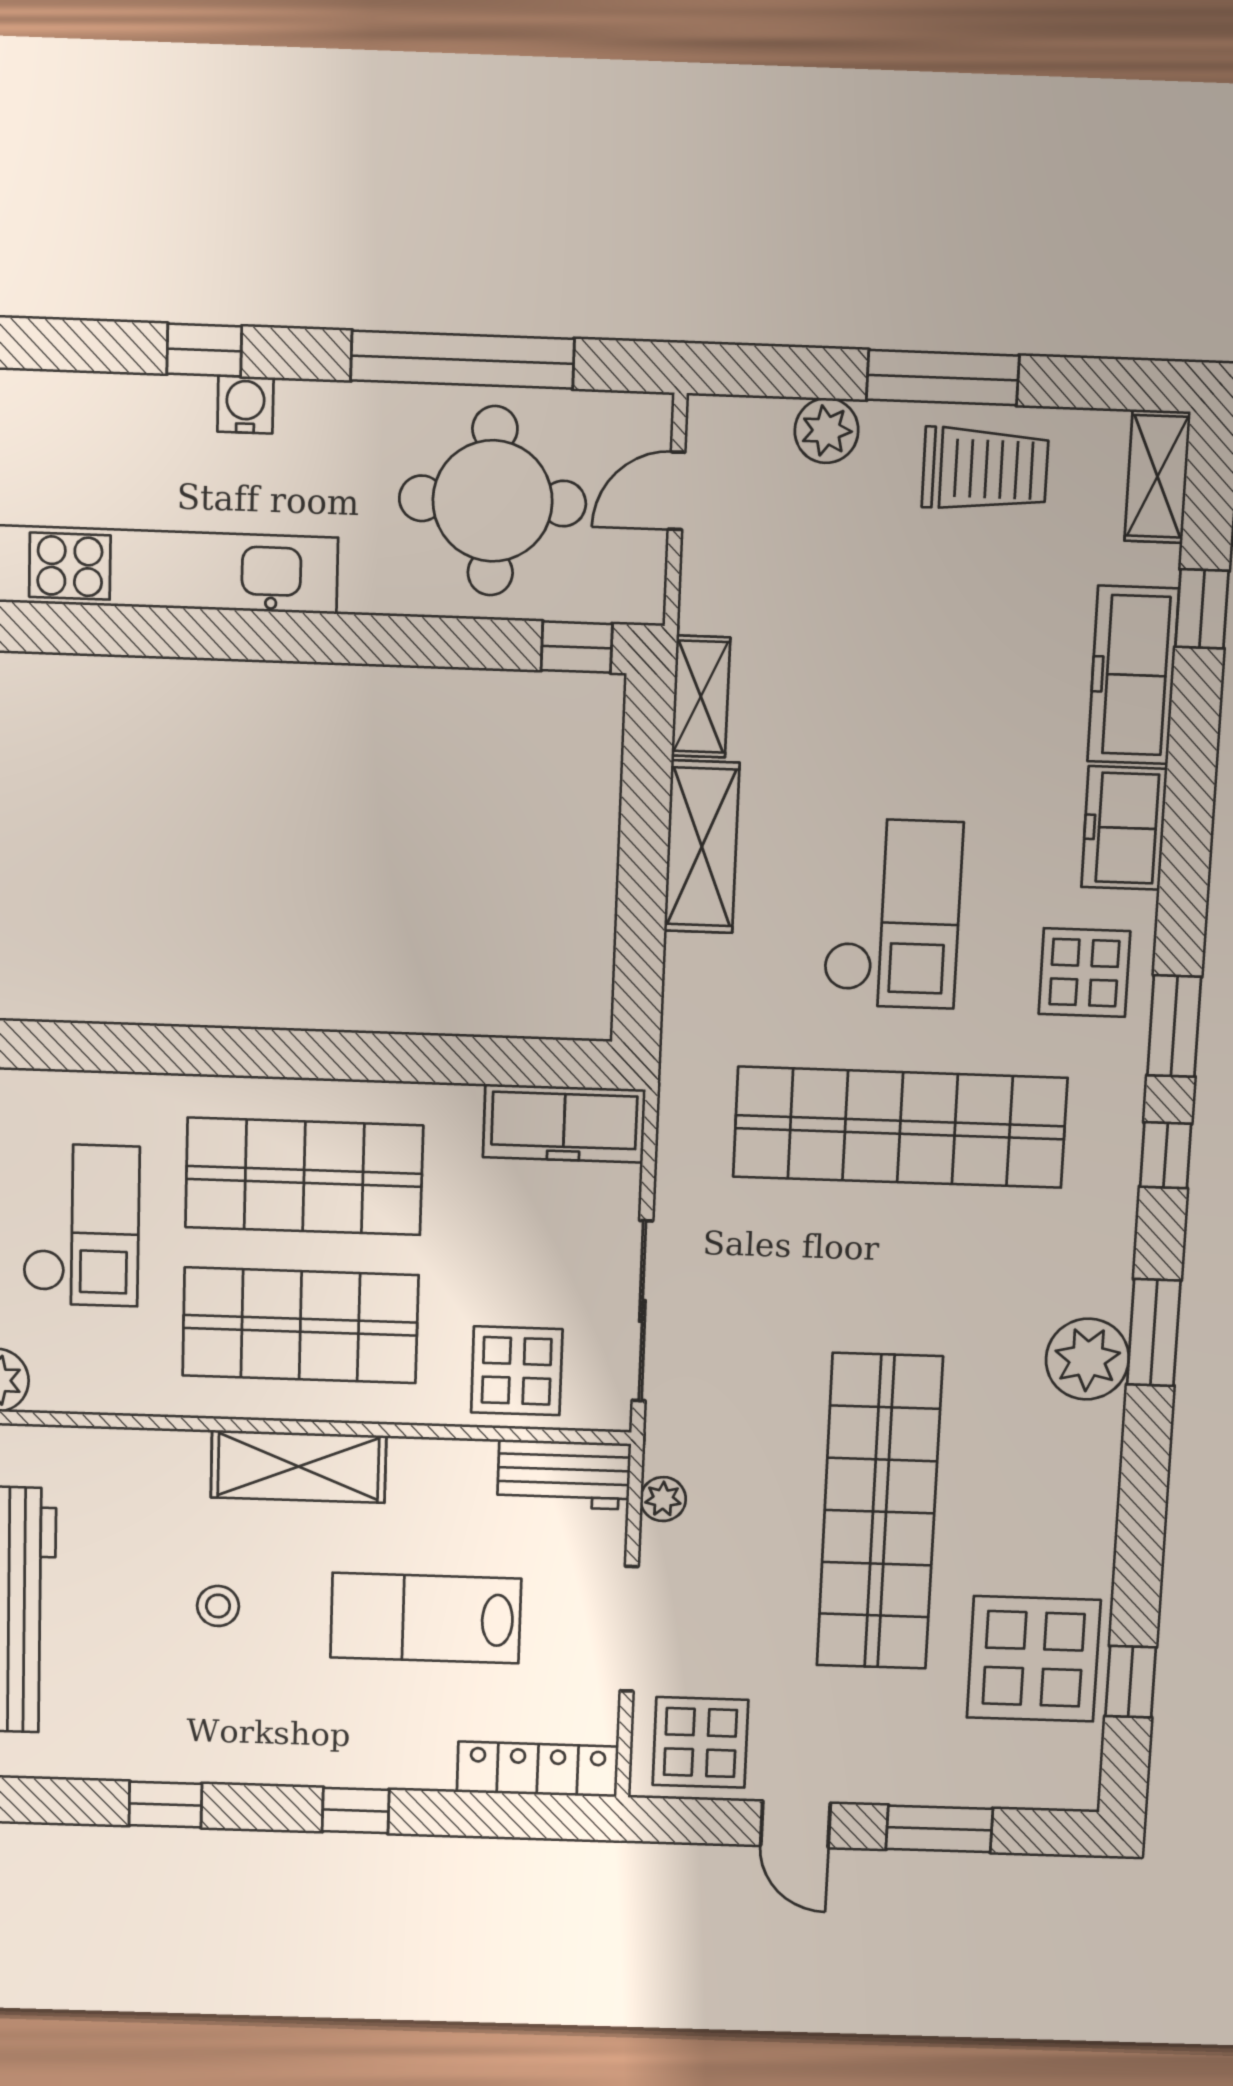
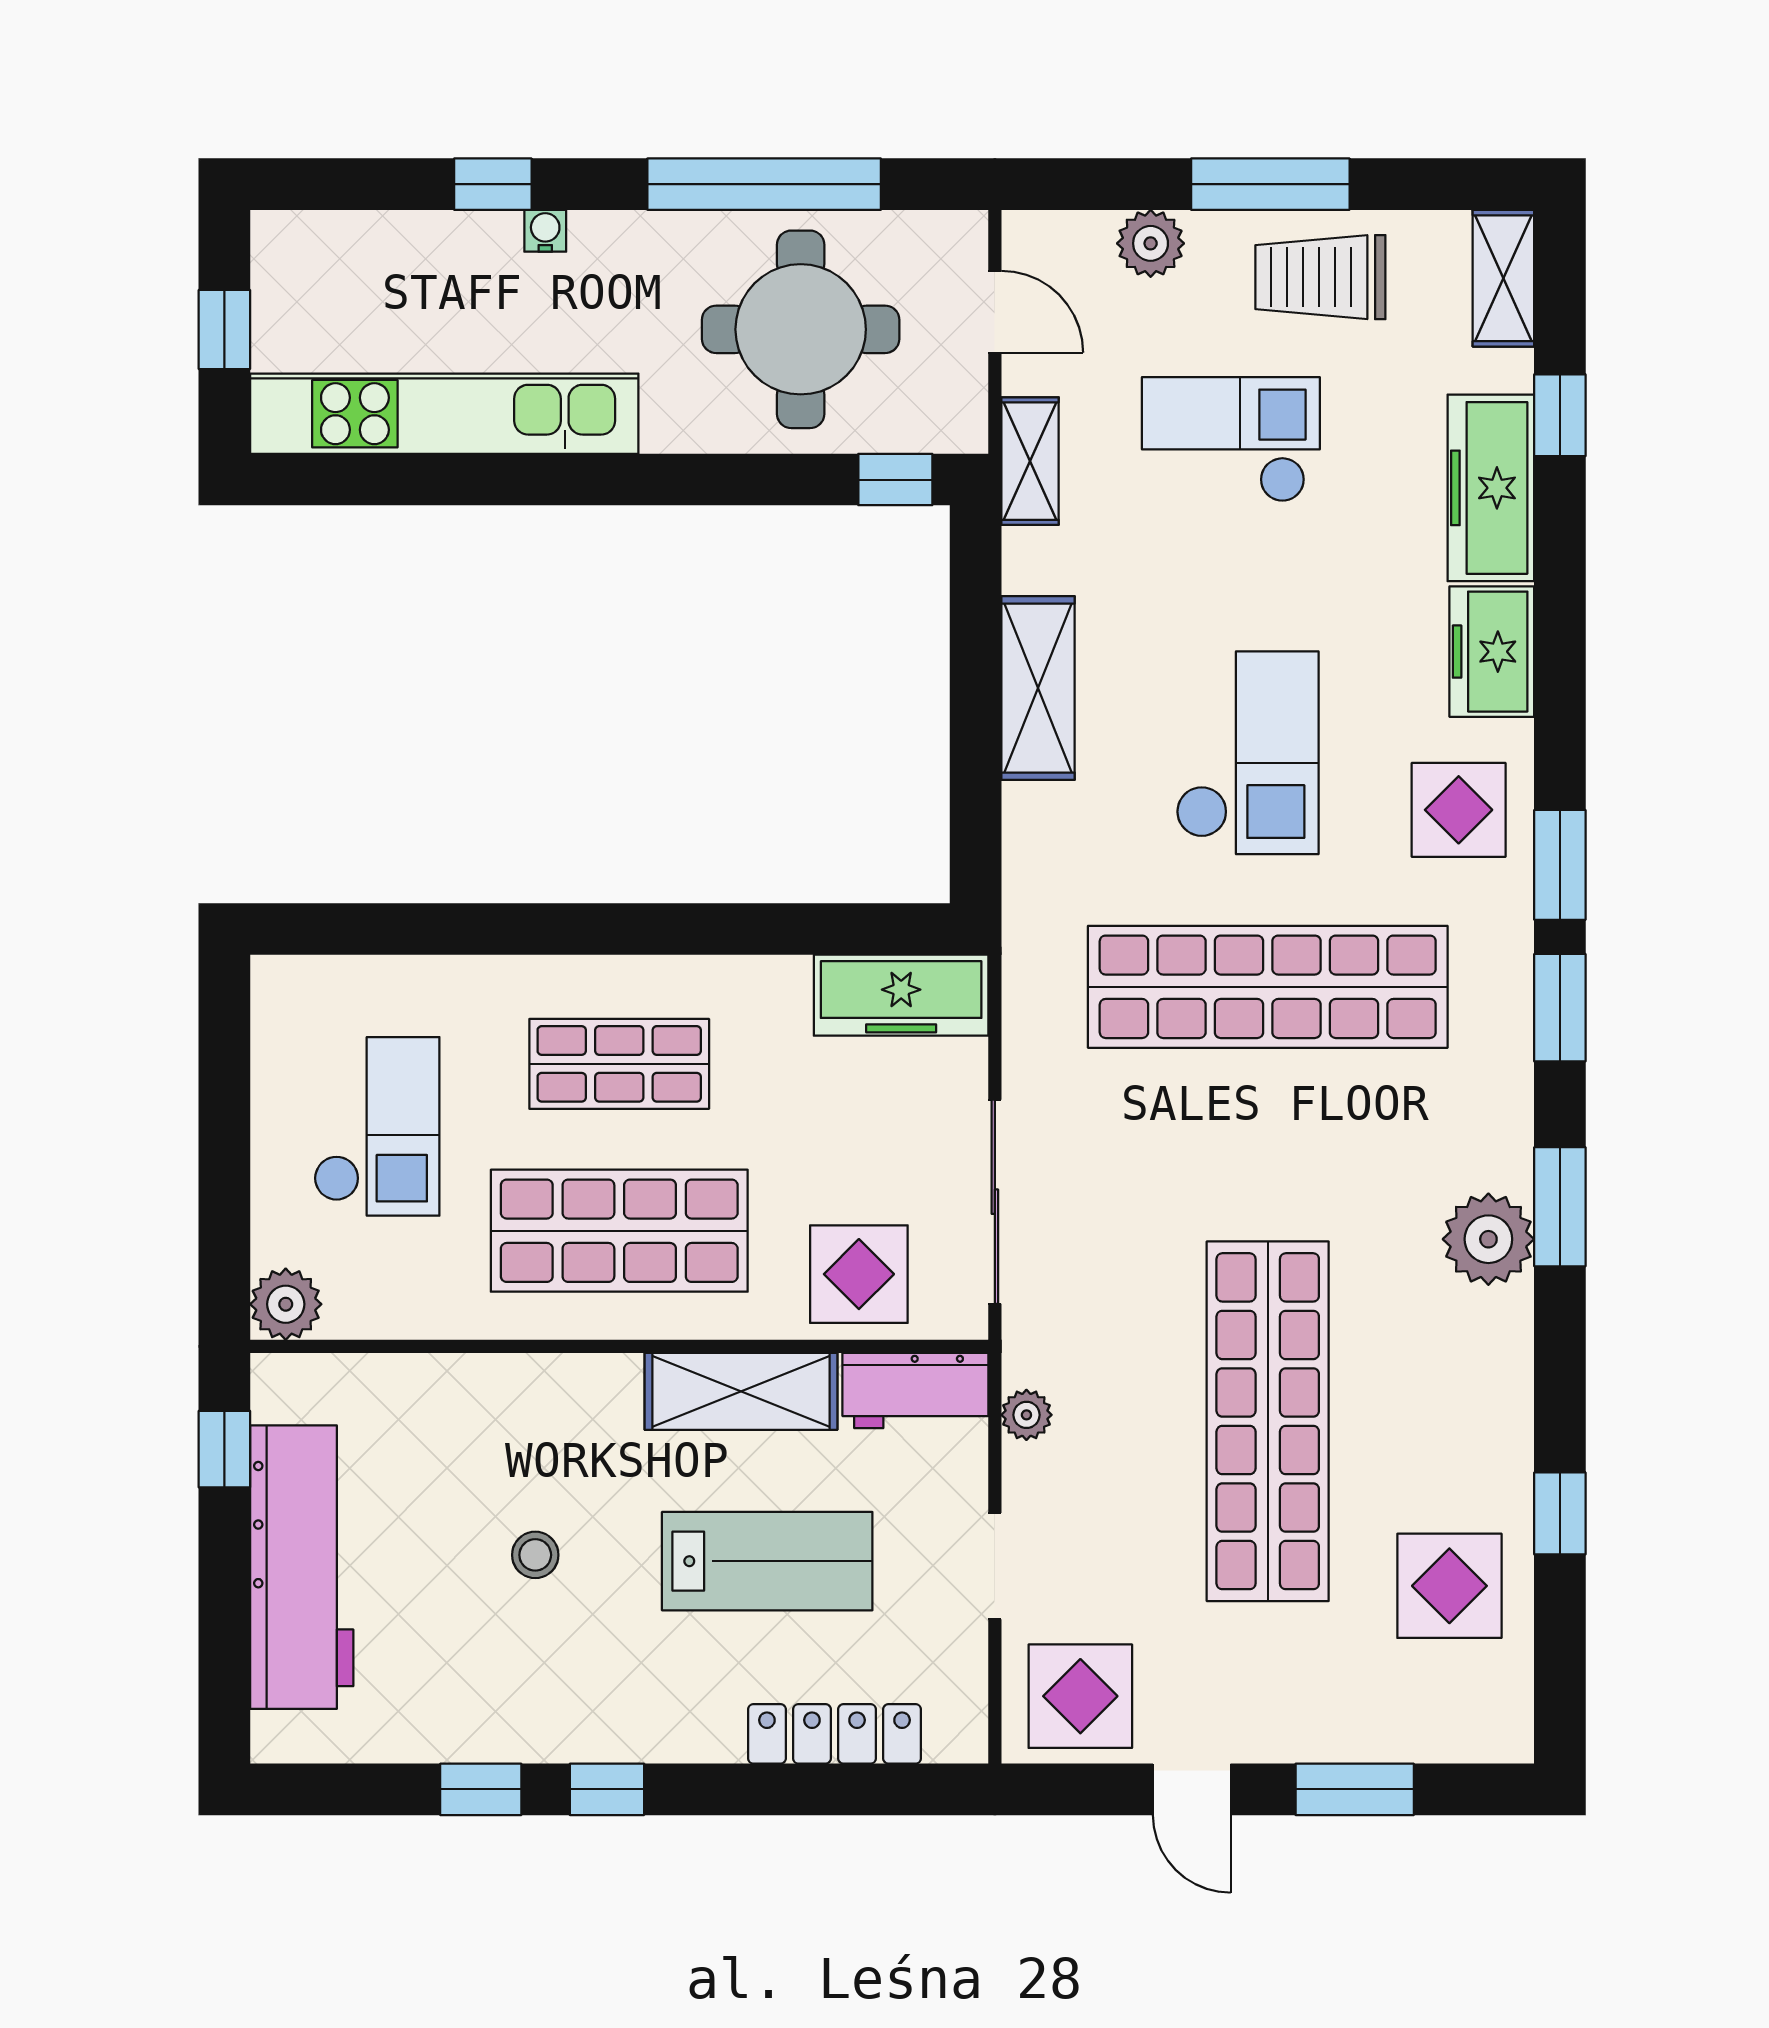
water cooler: (245, 405) -> (545, 231), width x0.72, depth x0.72
trolley: (985, 469) -> (1320, 277), turned 180
door: (677, 491) -> (995, 312), swing flipped
checkout: (893, 621) -> (1231, 440), added
shelving: (701, 697) -> (1030, 461), moved
window: (1166, 1155) -> (1560, 1008), width x1.50
shop shelf: (304, 1176) -> (619, 1064), width x0.70, depth x0.74
shelving: (298, 1467) -> (741, 1391), moved
lab bench: (426, 1618) -> (767, 1561), turned 180
doorway: (629, 1629) -> (995, 1566), width x0.73
display table: (1034, 1659) -> (1449, 1586), width x0.73, depth x0.73
window: (1131, 1682) -> (1560, 1513), moved
locker: (538, 1769) -> (834, 1734), moved
window: (356, 1811) -> (607, 1789), moved

